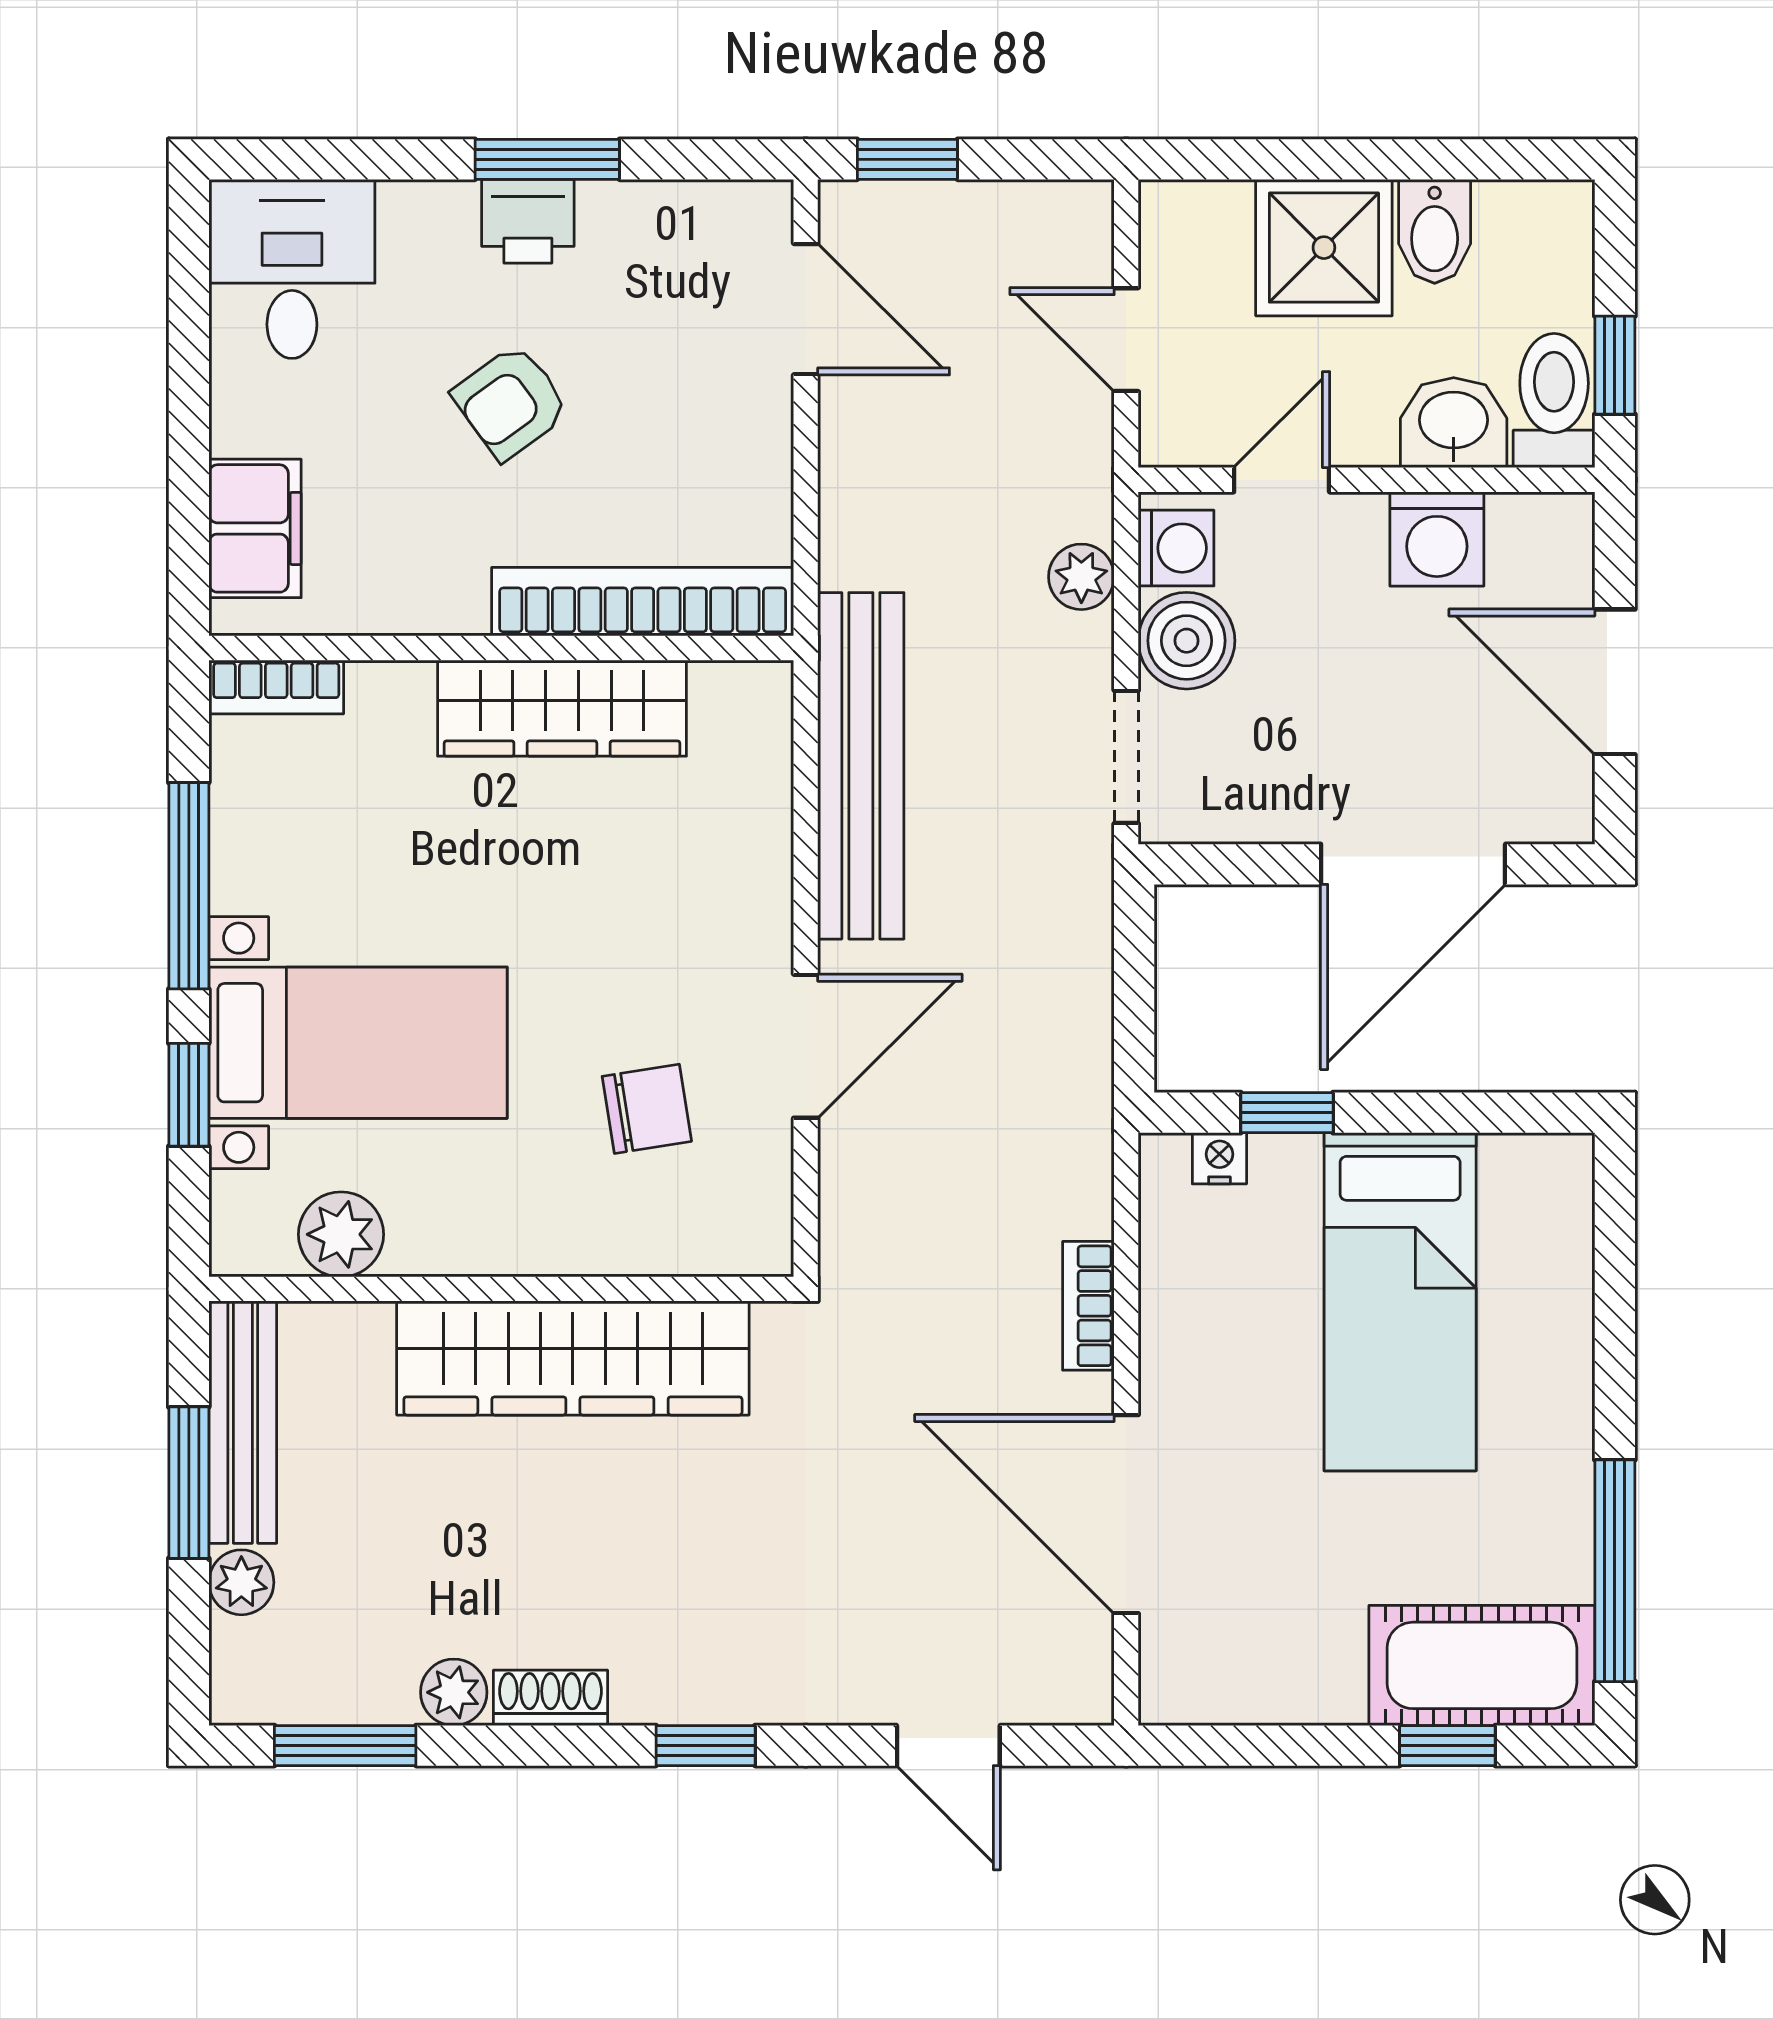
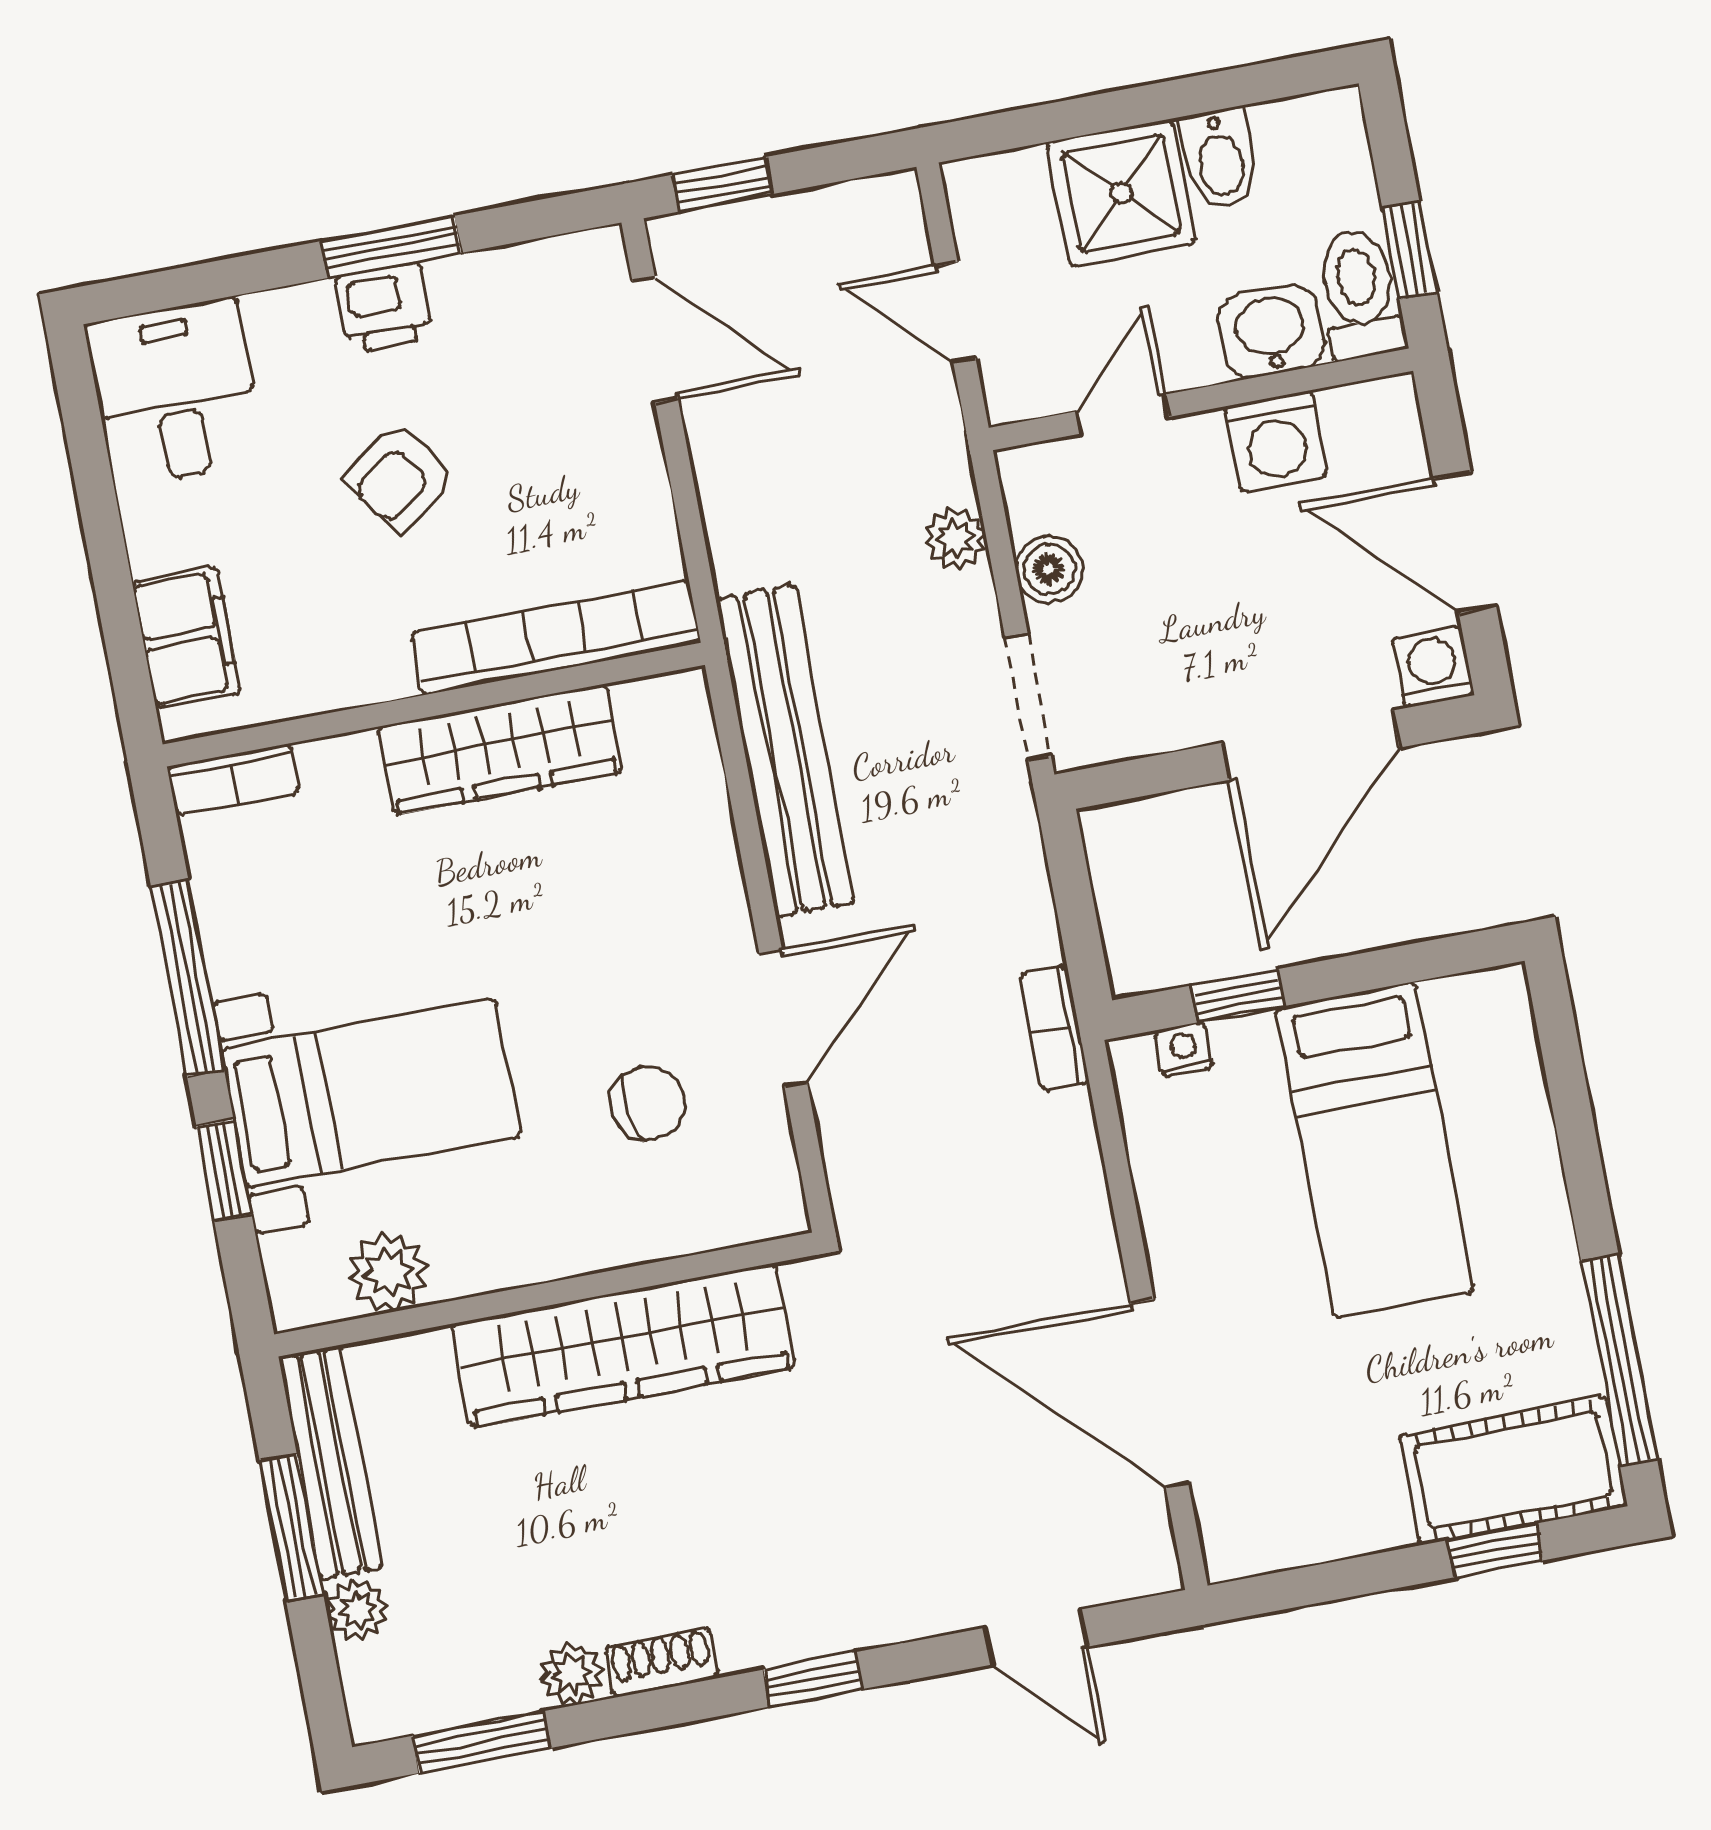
washing machine: (1176, 548) -> (1433, 667), moved, turned -90
boiler: (1187, 641) -> (1049, 569), width x0.73, depth x0.73
bookcase: (1088, 1306) -> (1055, 1028), moved

